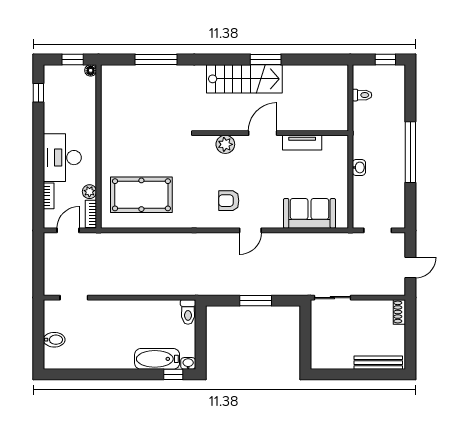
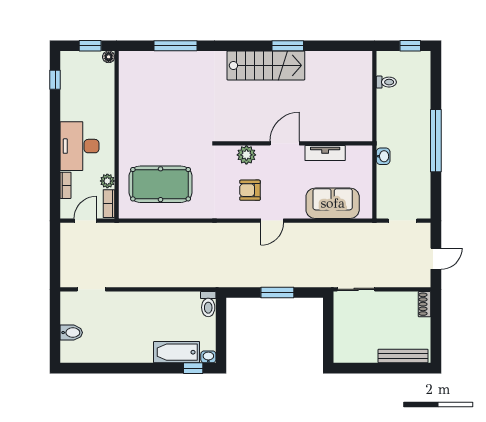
door: (263, 133) -> (285, 143), moved
wall: (272, 133) -> (294, 143), moved
tv unit: (302, 143) -> (325, 153), moved
plant: (225, 144) -> (246, 155), moved

